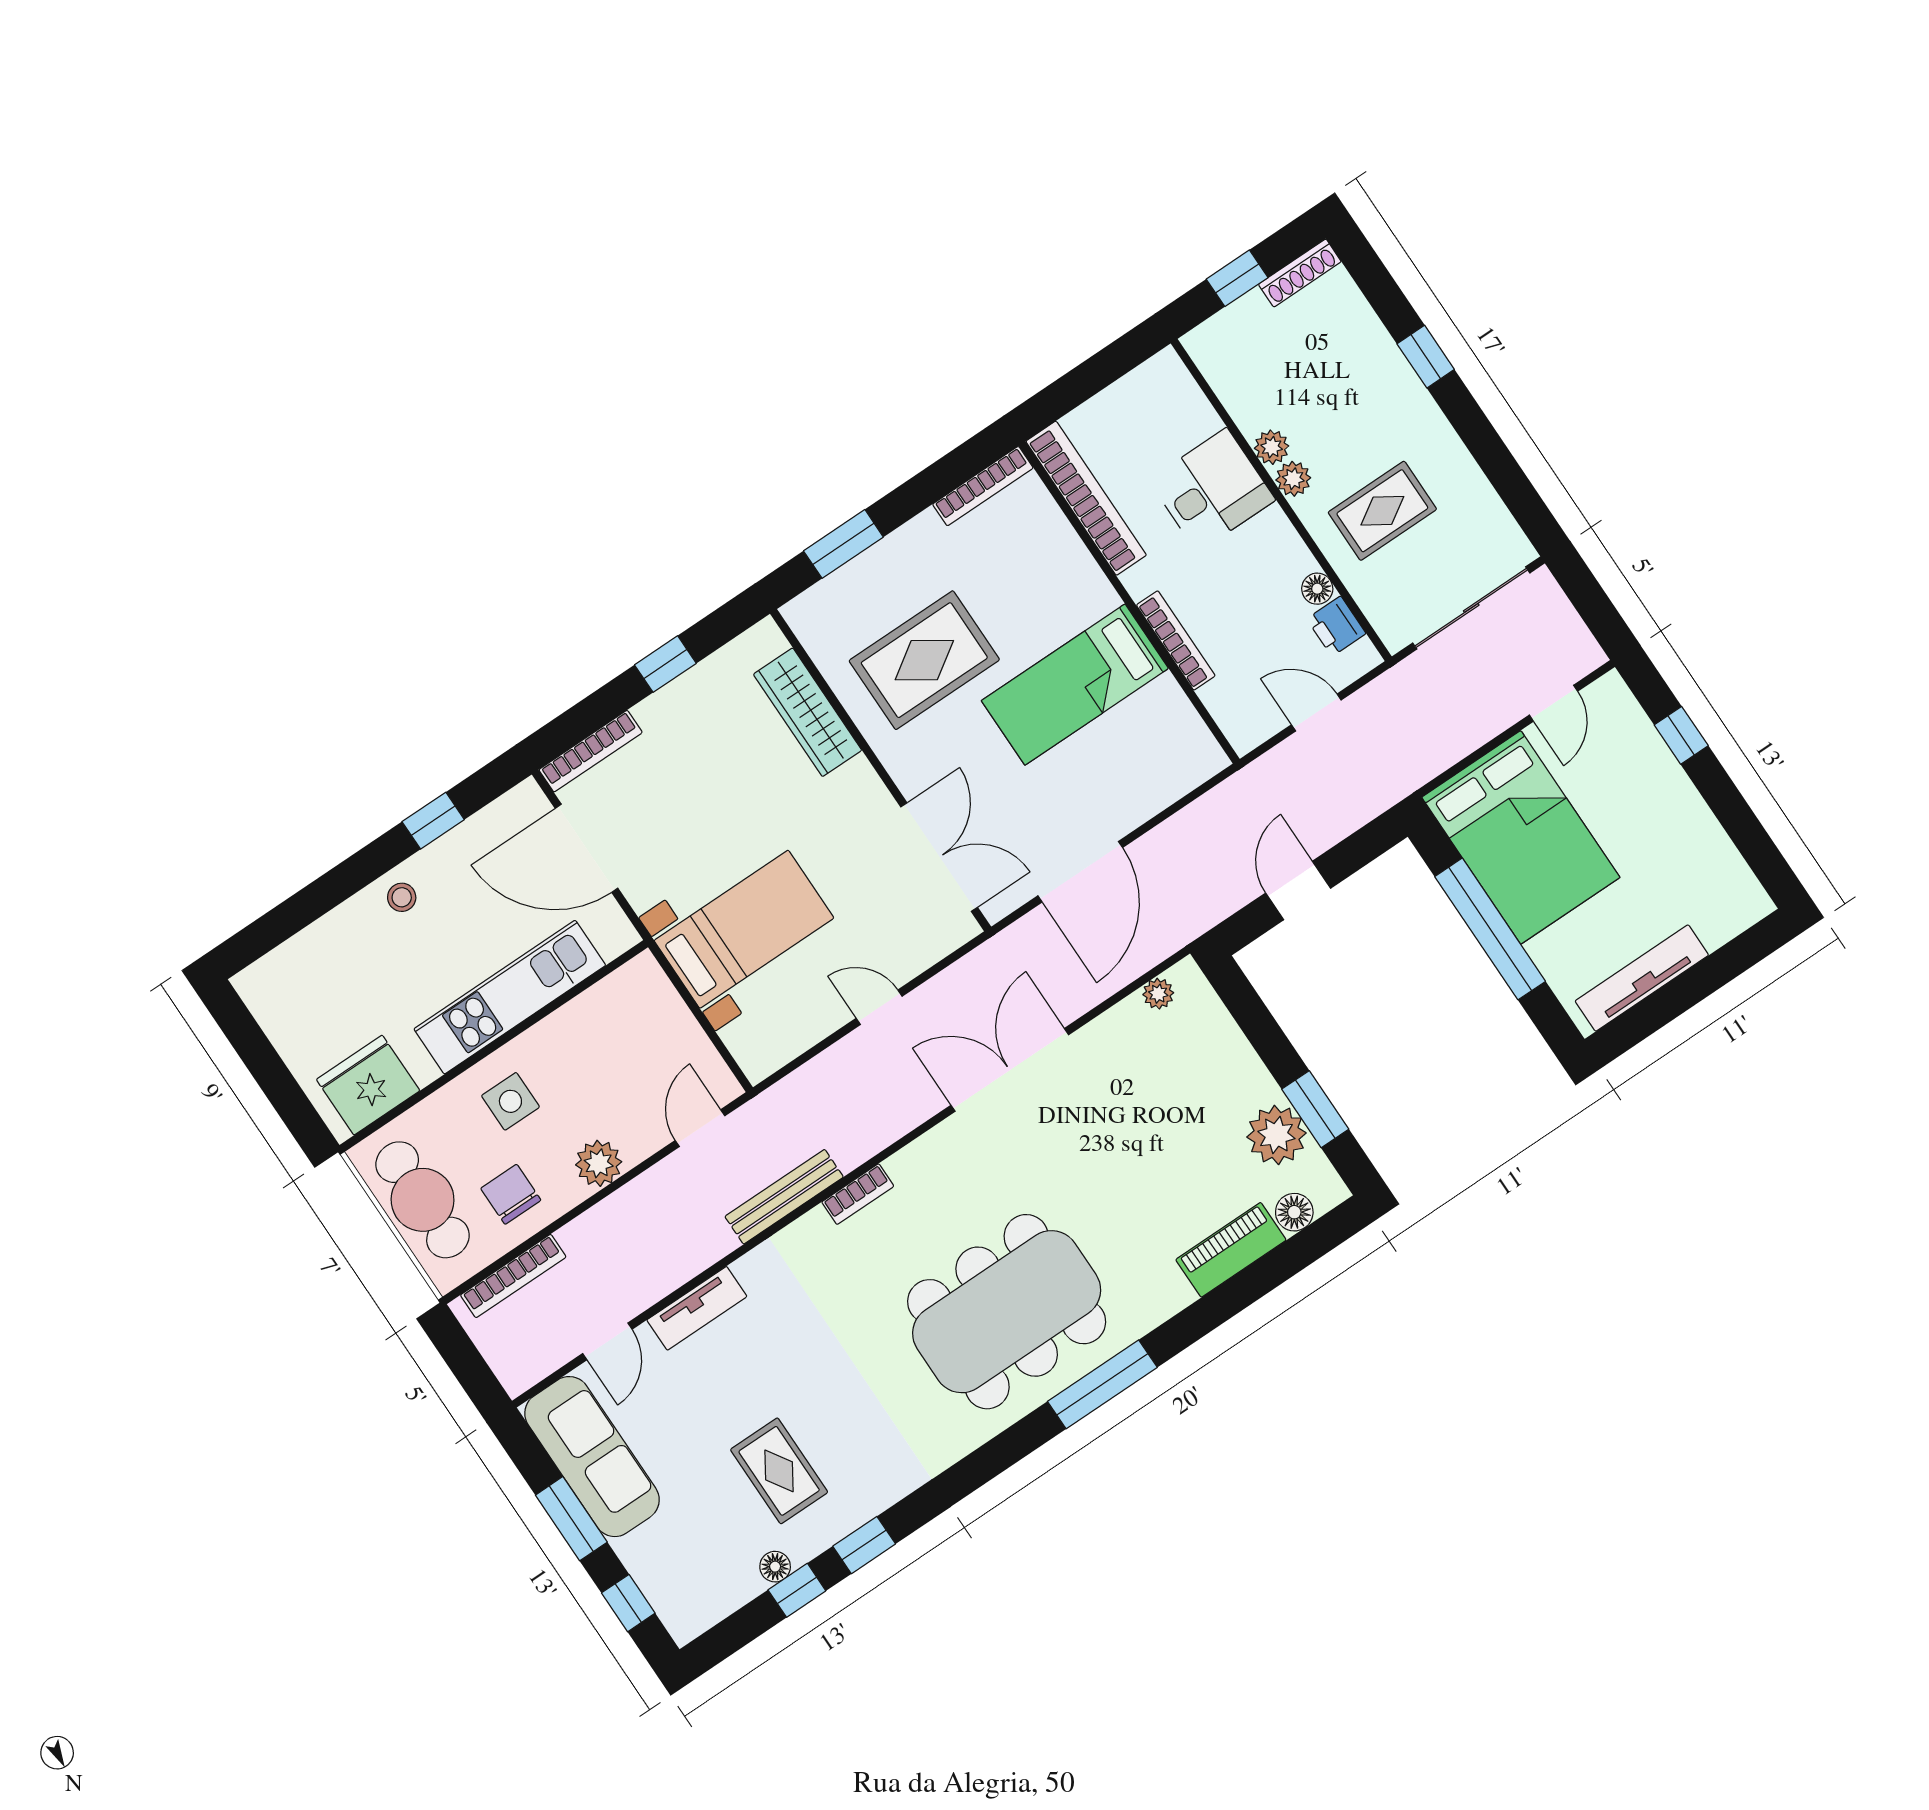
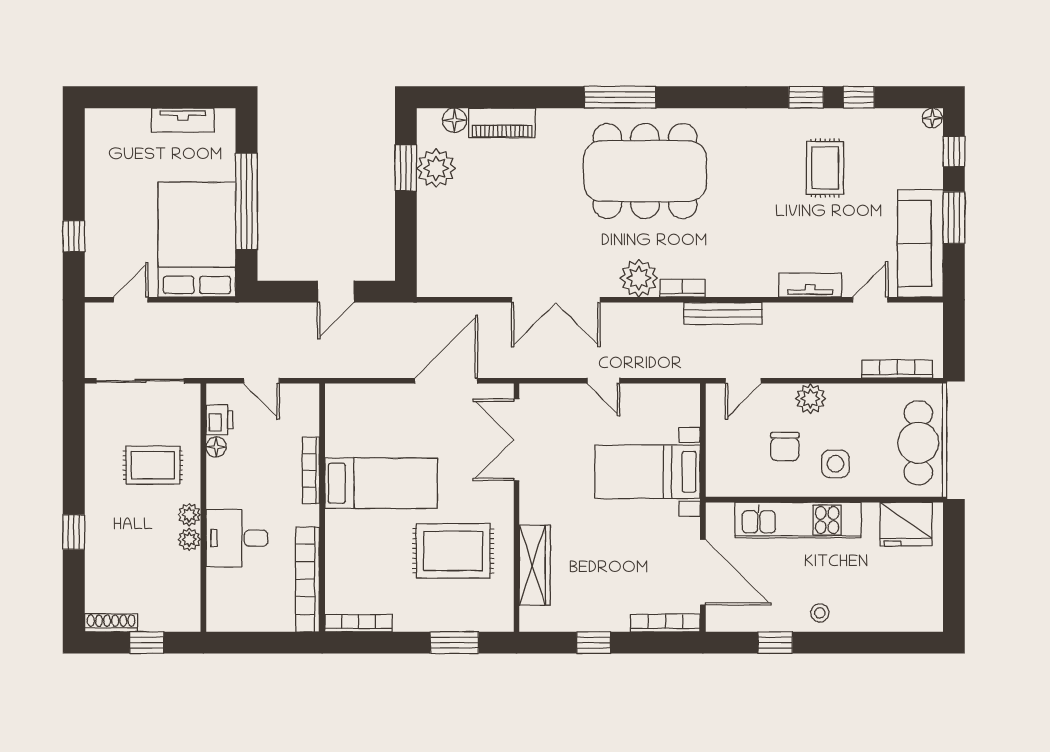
tv unit: (1642, 978) -> (183, 120), width x0.71
plant: (1158, 994) -> (639, 278), moved, width x1.88, depth x1.88
chair: (511, 1194) -> (785, 447), moved
floor lamp: (775, 1567) -> (932, 118), moved

